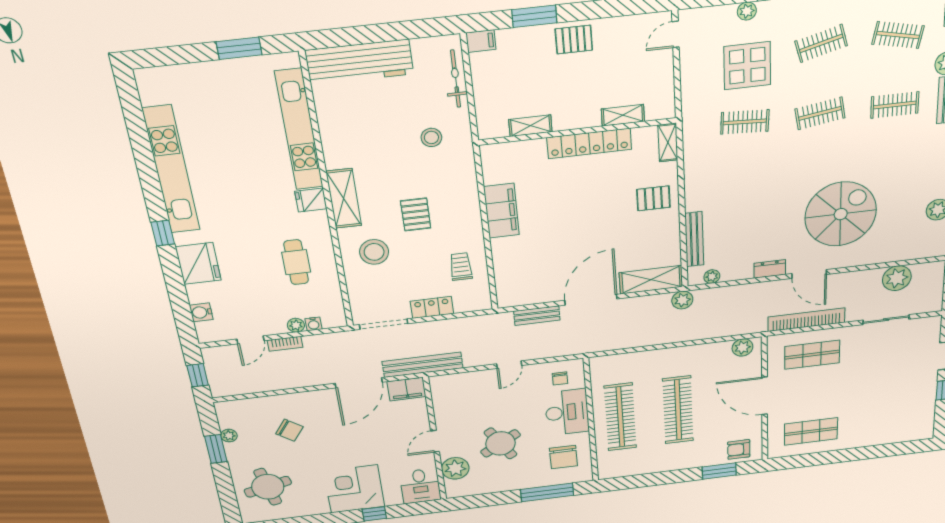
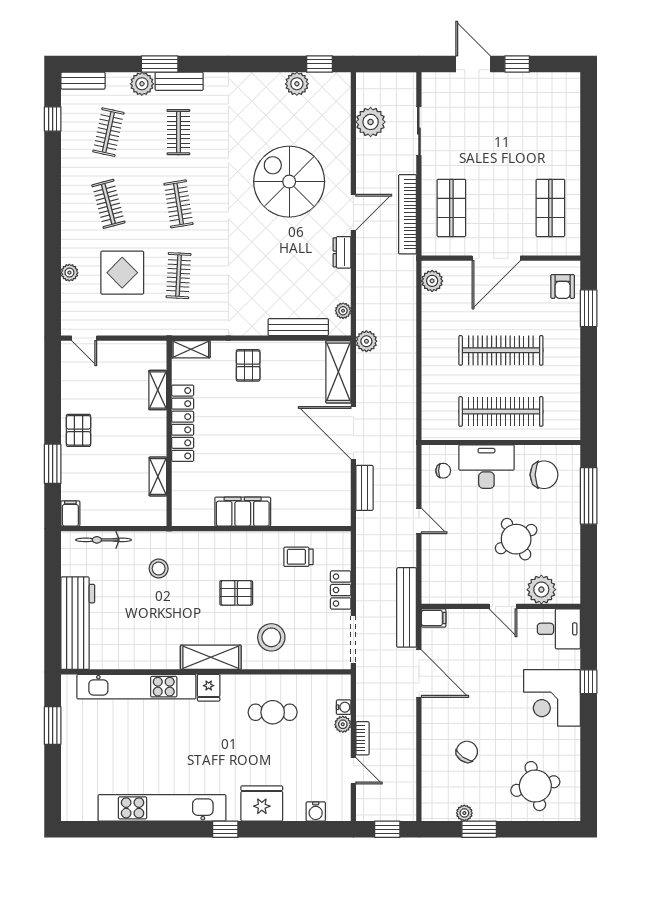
filing cabinet: (407, 389) -> (434, 618), width x0.50

